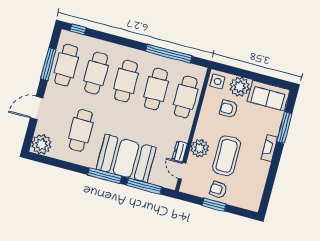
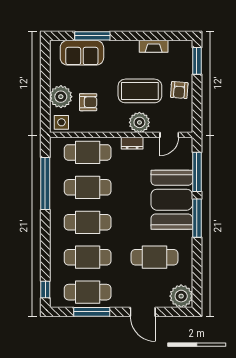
sofa: (268, 96) -> (82, 53), moved, turned 90
armchair: (229, 109) -> (88, 102), turned -90
fireplace: (269, 148) -> (154, 46), moved
dresser: (180, 151) -> (132, 143), moved
window: (214, 205) -> (197, 61), moved

